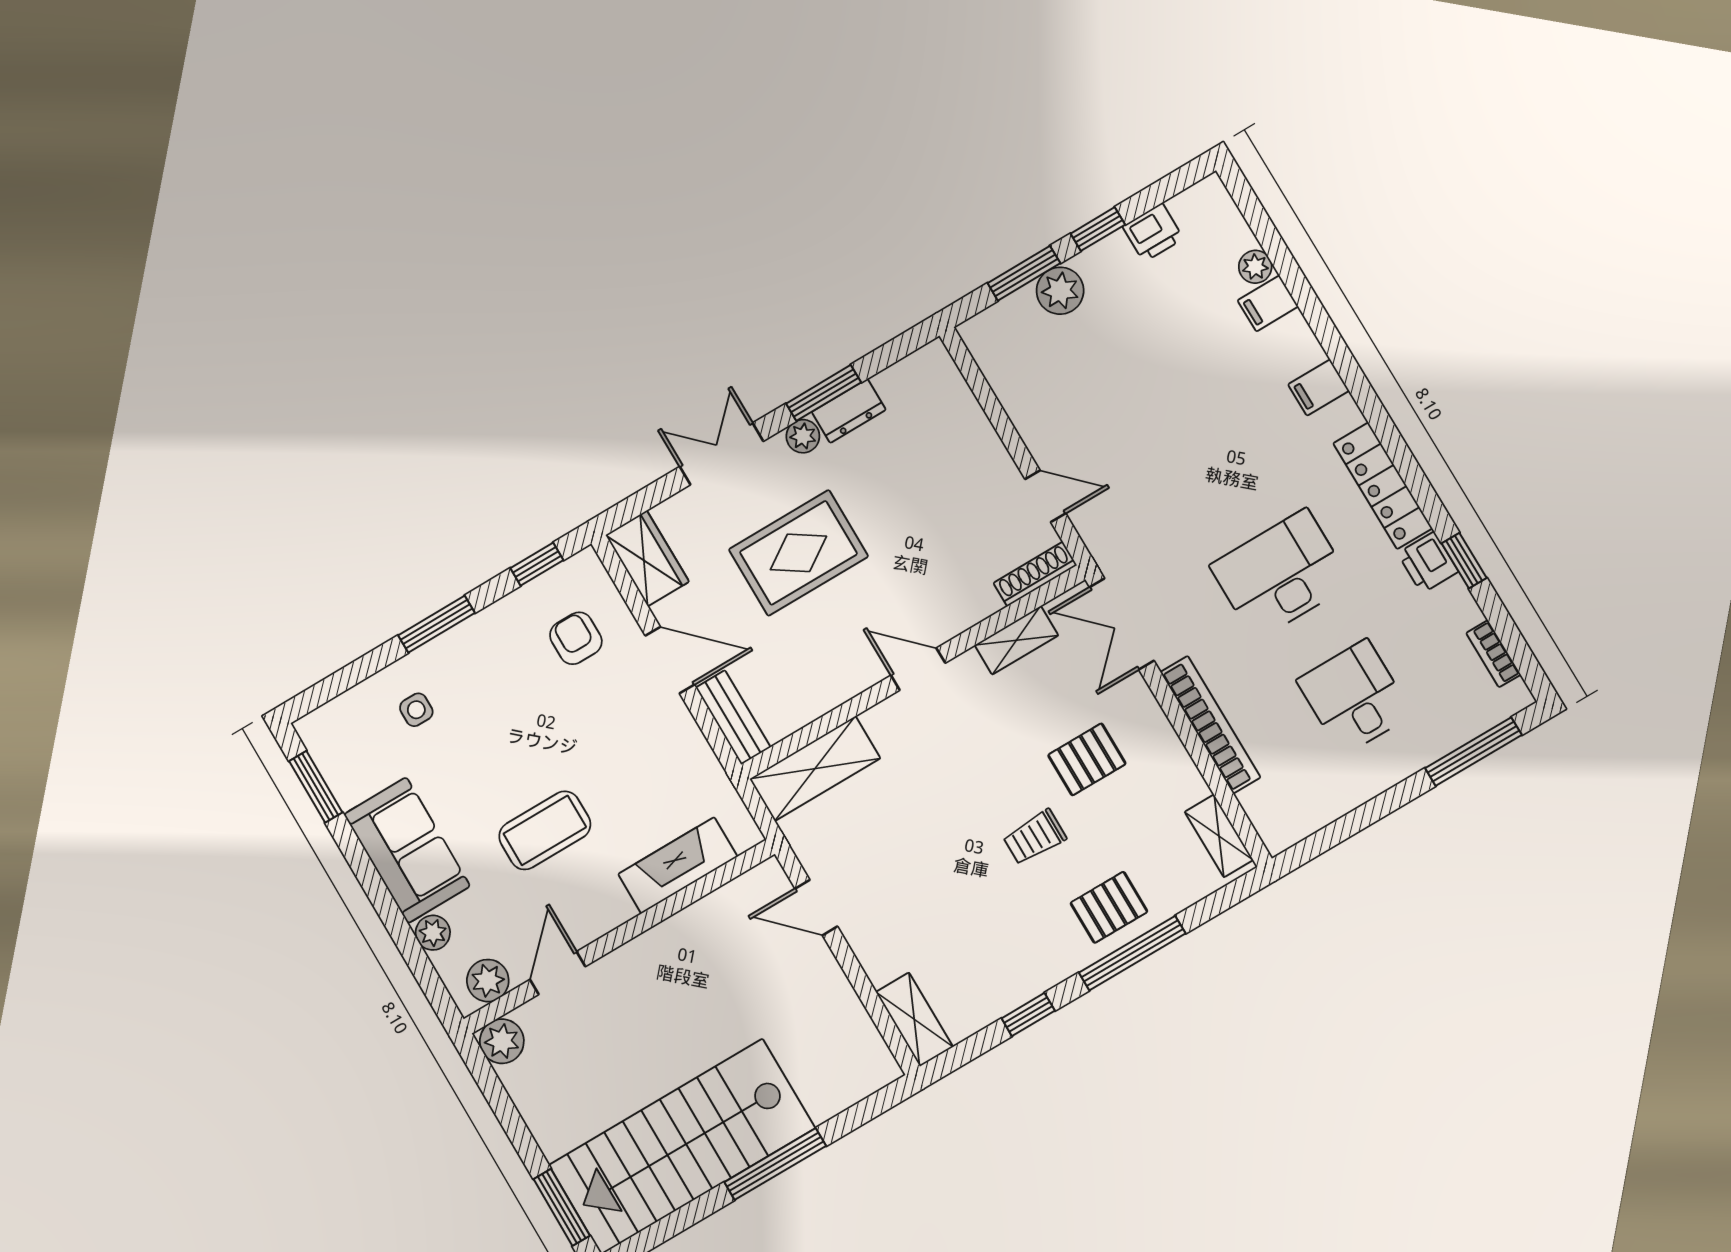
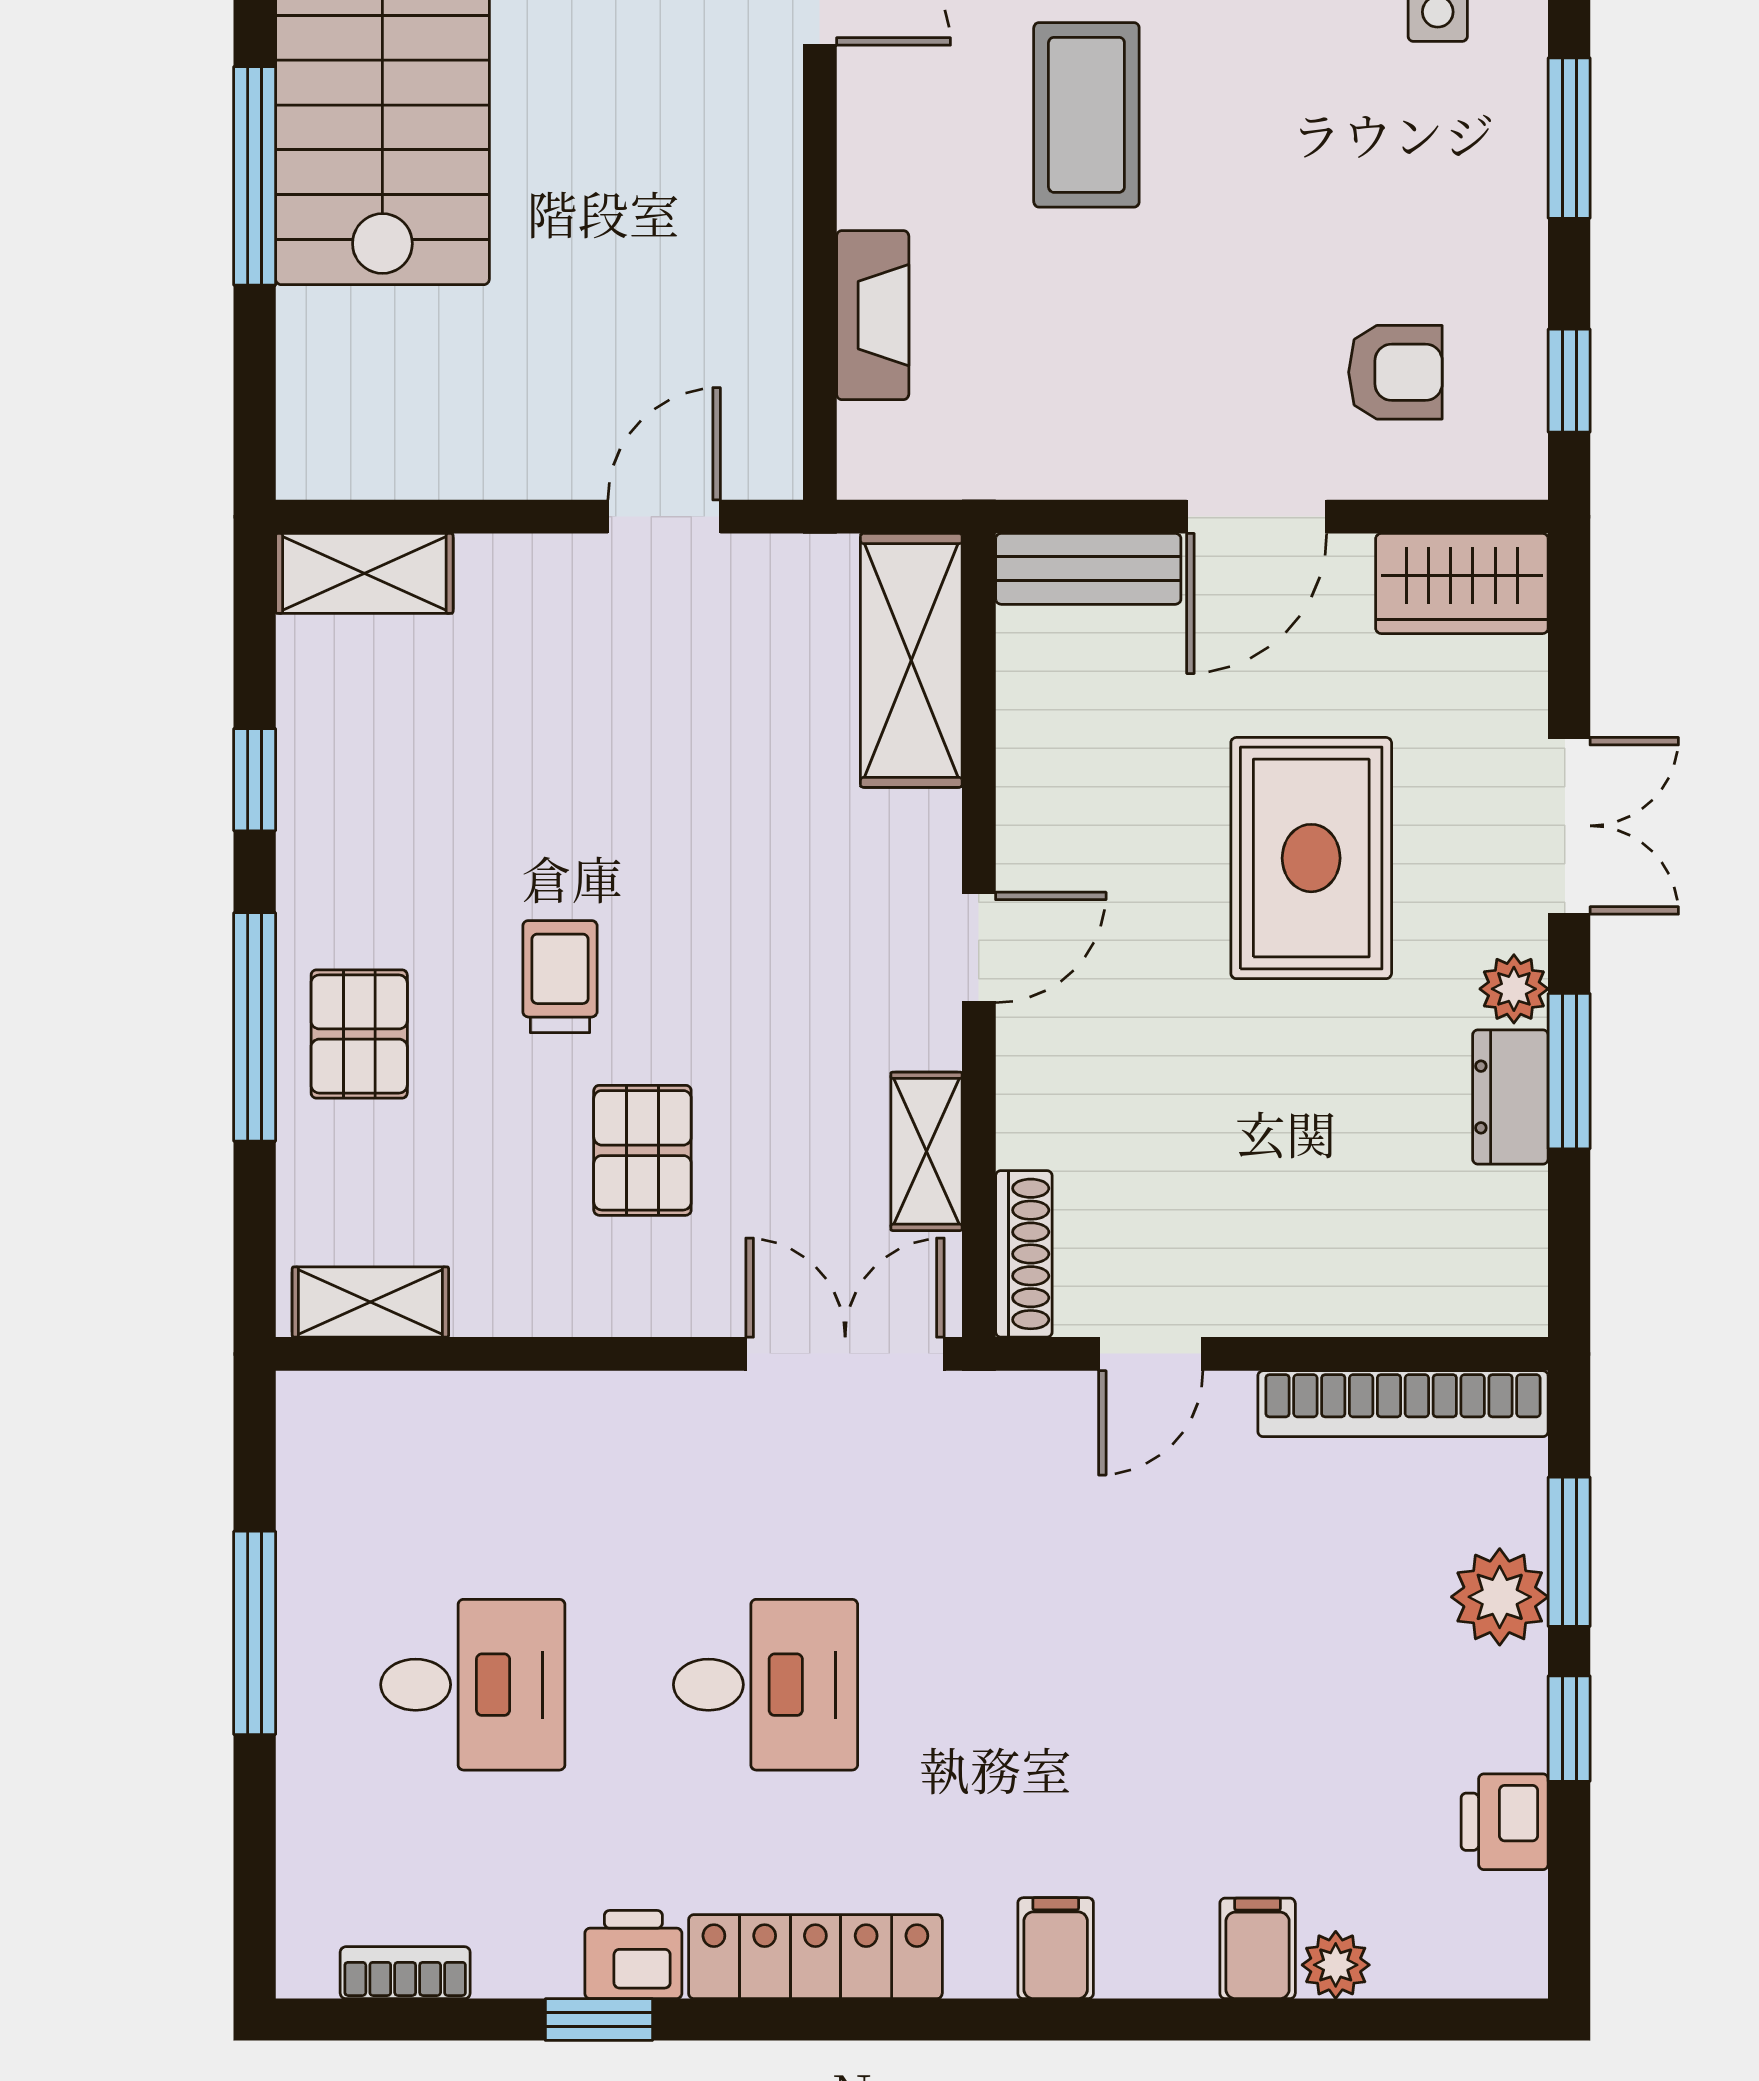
desk: (1281, 575) -> (765, 1685), width x0.73
bookcase: (1210, 725) -> (1403, 1404), moved
window: (1473, 752) -> (255, 1633), moved
fireplace: (678, 865) -> (873, 315), width x0.73, depth x0.76

